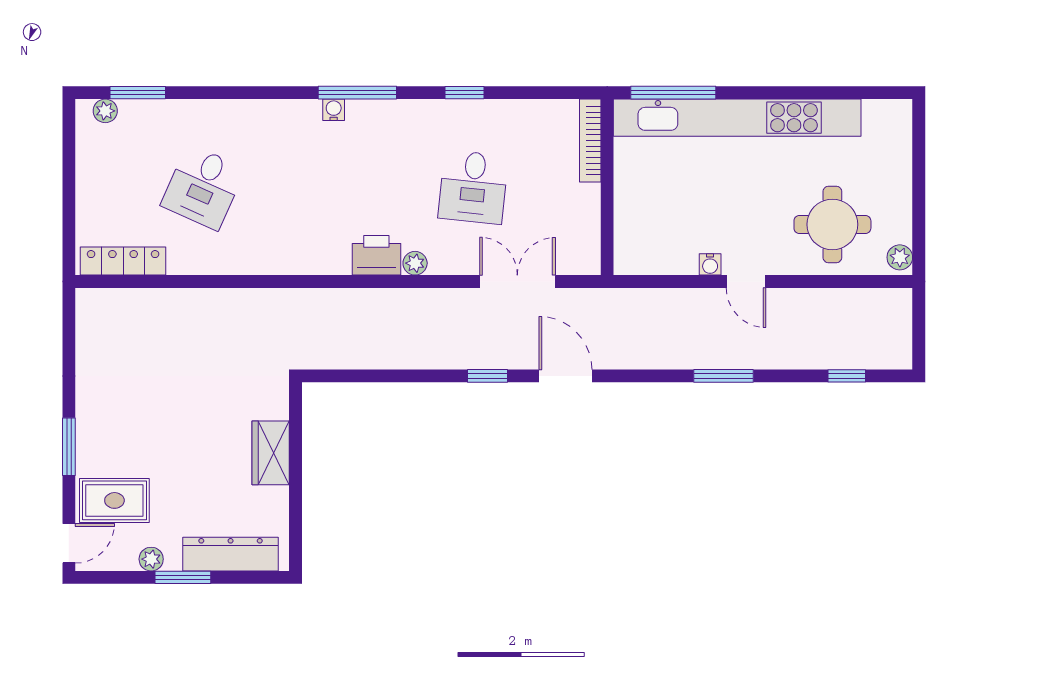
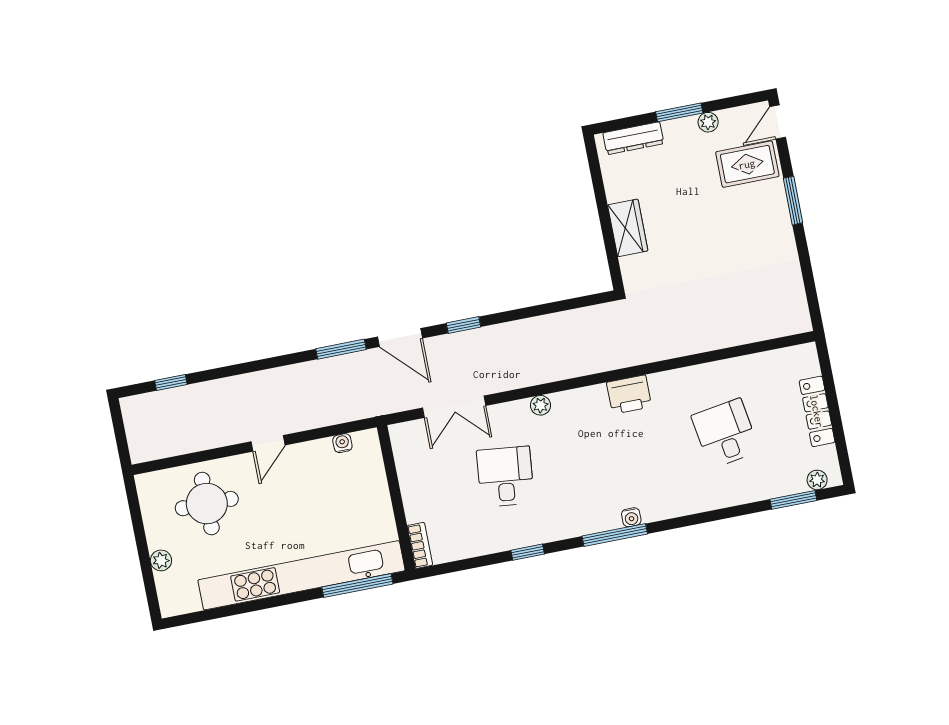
bookcase: (590, 141) -> (420, 545), width x0.64
desk: (203, 187) -> (725, 433), turned -33
printer: (376, 255) -> (629, 395), moved
plant: (900, 257) -> (161, 560), moved
locker: (123, 261) -> (817, 411), moved, turned 90
water cooler: (710, 264) -> (342, 443), moved
door: (746, 282) -> (268, 443), swing flipped
window: (723, 376) -> (341, 349), moved
dresser: (231, 554) -> (633, 138), width x0.73, depth x0.80

